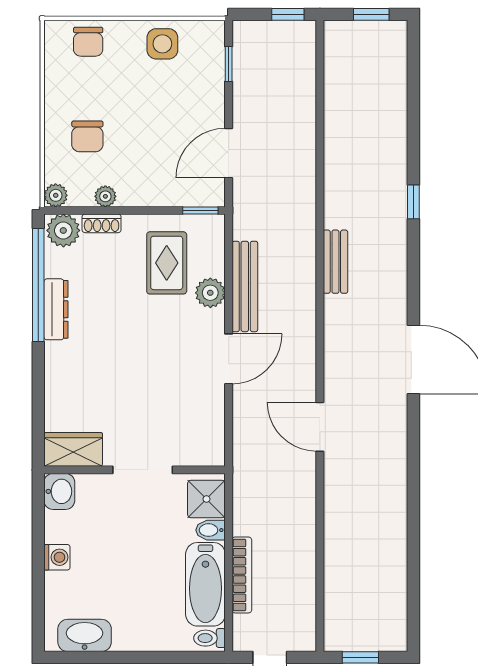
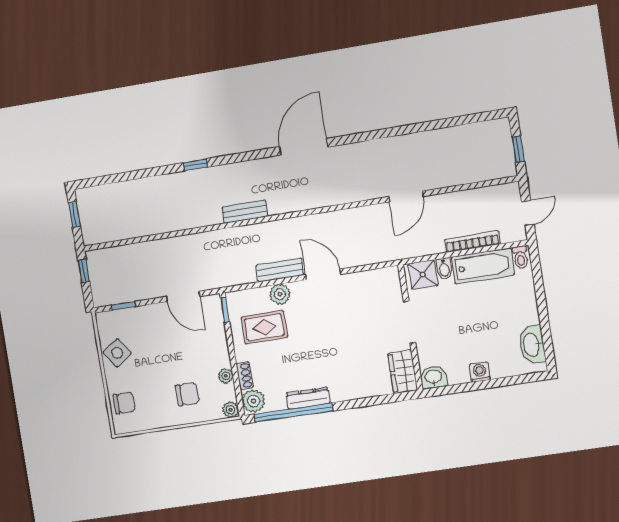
side table: (162, 44) -> (117, 353), turned -34
bench: (245, 286) -> (280, 270), width x0.73
door: (320, 427) -> (406, 197), moved

